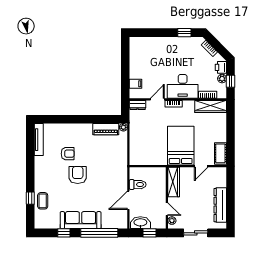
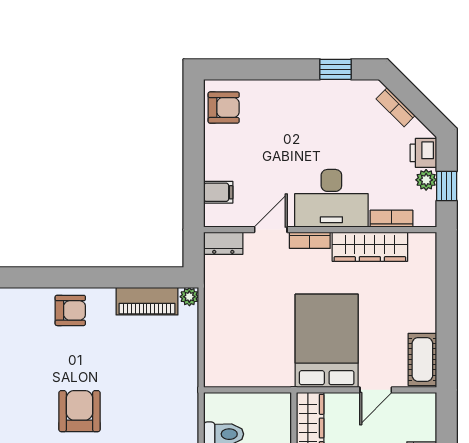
armchair: (138, 48) -> (224, 108), added
wardrobe: (211, 106) -> (370, 247), moved
armchair: (68, 154) -> (70, 310), moved

